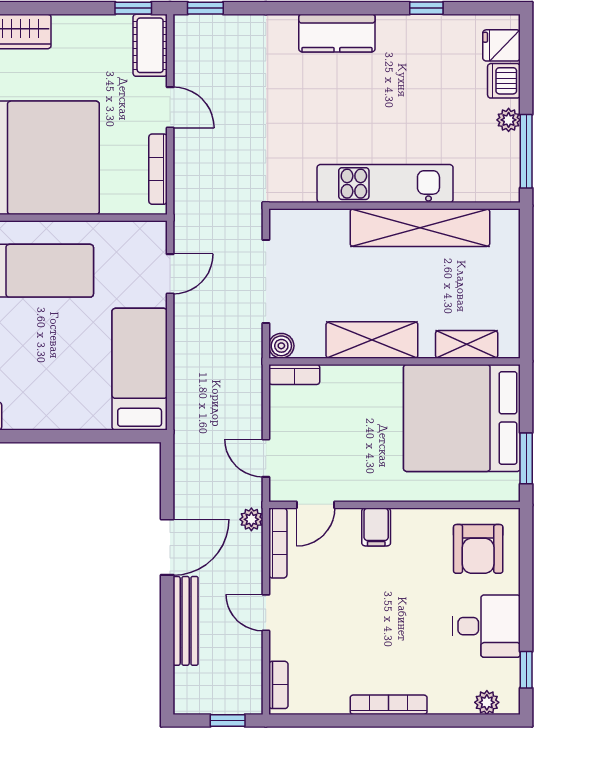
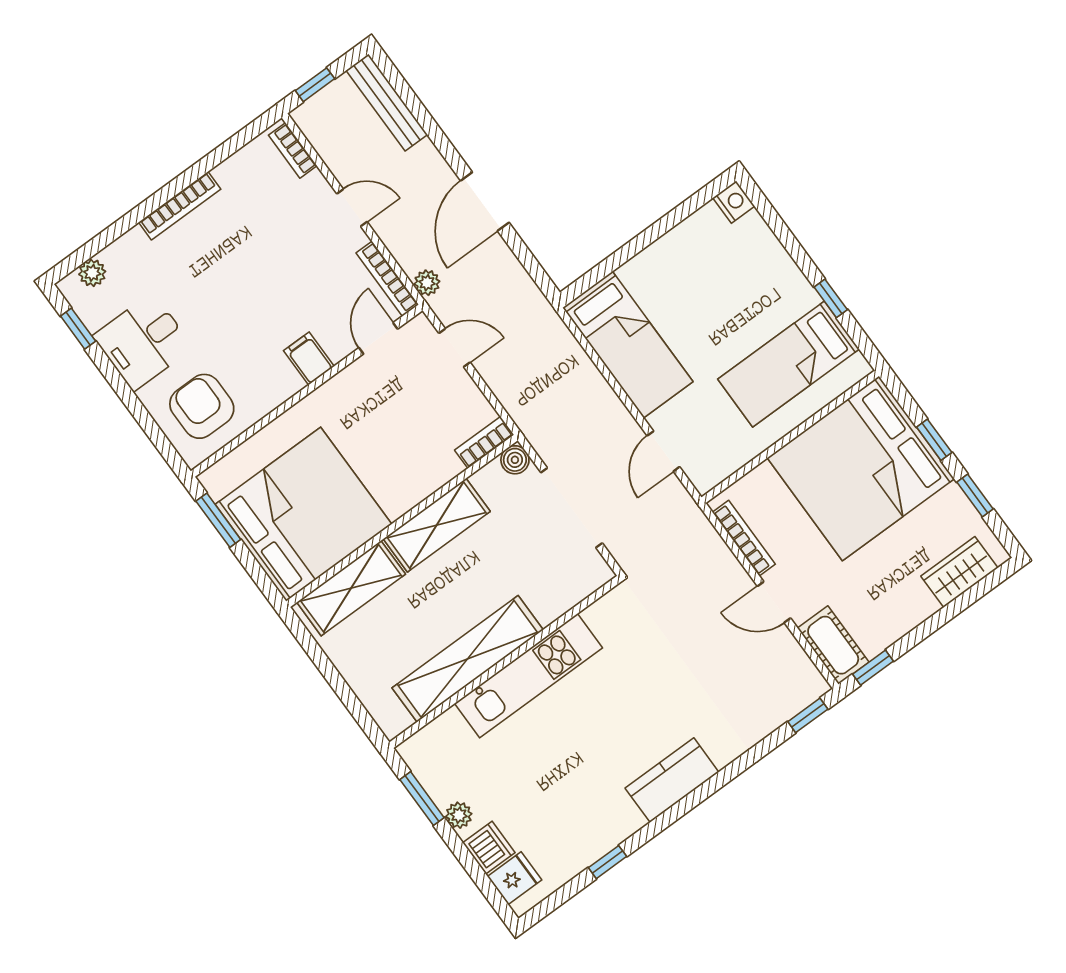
window: (526, 151) -> (422, 799), width x0.69
shelving: (467, 344) -> (351, 588), width x1.50, depth x1.33
bench: (186, 621) -> (387, 103), moved

